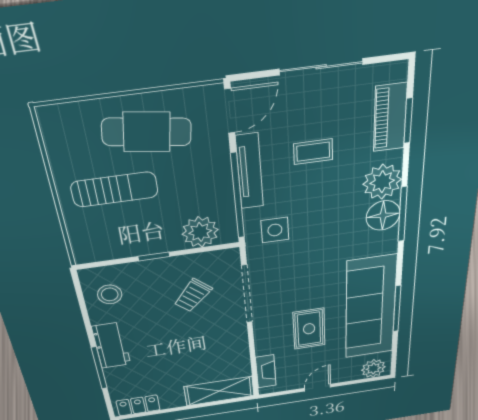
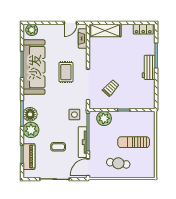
cafe table: (147, 132) -> (118, 163), width x0.73, depth x0.74
stool: (110, 294) -> (144, 95), removed
rug: (309, 329) -> (66, 72), moved
door: (318, 388) -> (70, 23), moved

